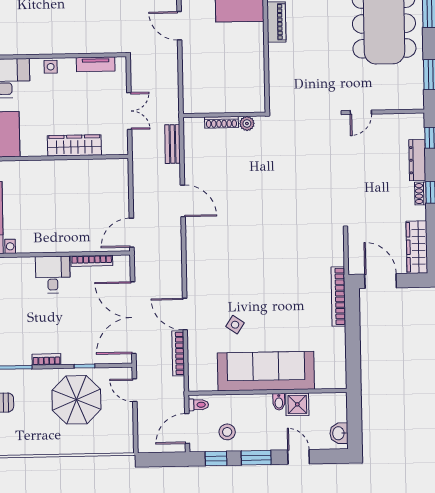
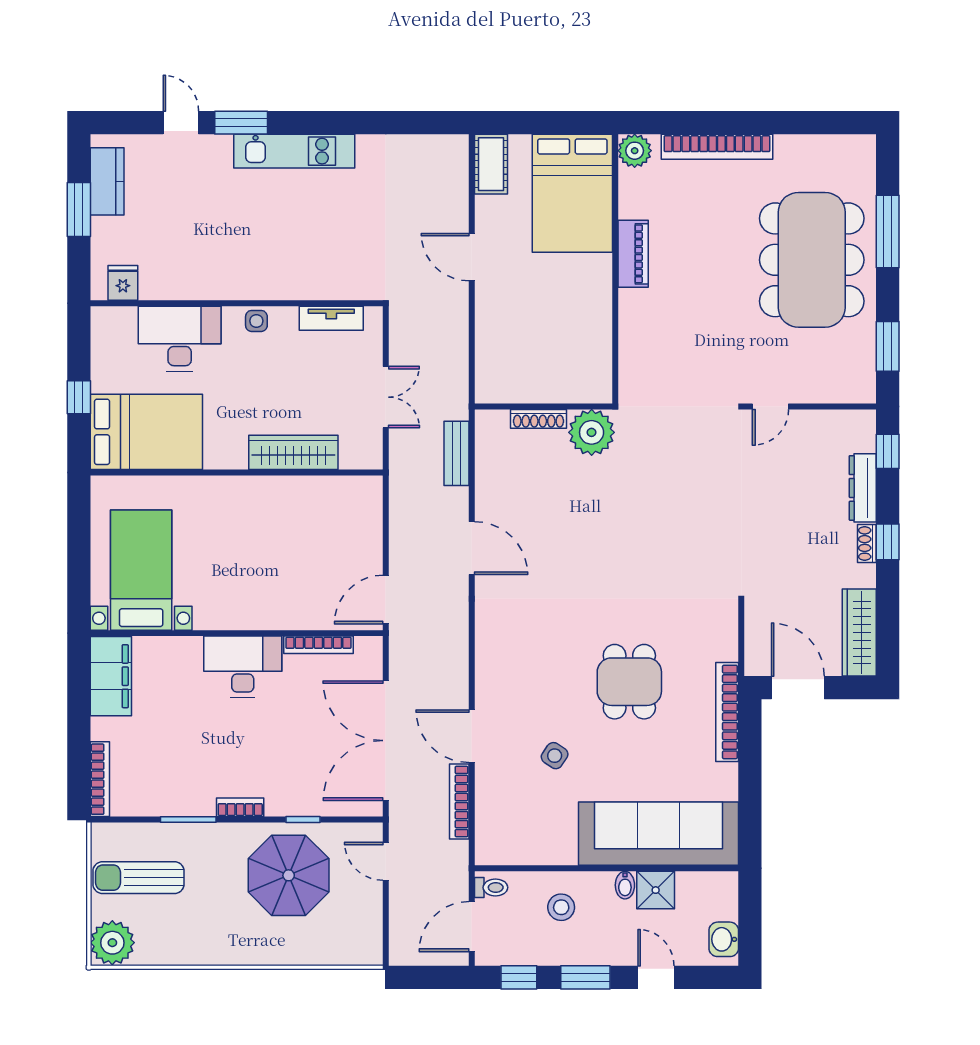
plant: (247, 124) -> (592, 432), width x1.87, depth x1.87
desk: (53, 275) -> (243, 667), width x1.37
dining table: (279, 279) -> (629, 682), added
sofa: (266, 371) -> (659, 834), moved
stool: (227, 432) -> (561, 907), moved

